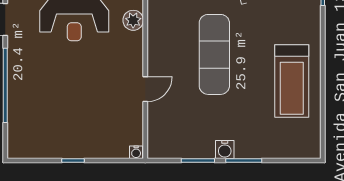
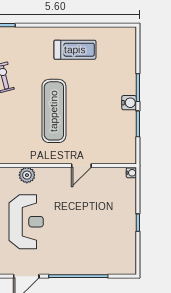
exercise mat: (214, 54) -> (54, 111), turned 90
treadmill: (292, 81) -> (75, 50), width x0.73, depth x0.73
door: (145, 89) -> (81, 166), swing flipped

